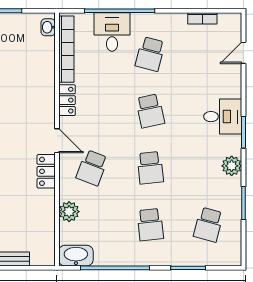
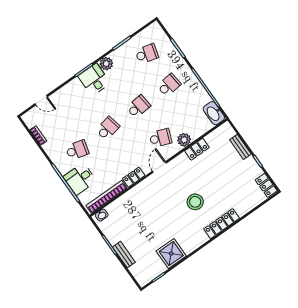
desk: (223, 117) -> (94, 79), moved
locker: (46, 171) -> (197, 149), moved
plant: (69, 212) -> (184, 140), moved

